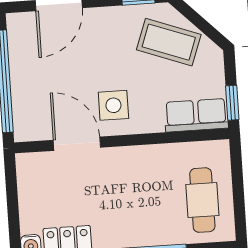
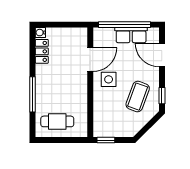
coffee table: (169, 42) -> (138, 97), moved
row of seats: (196, 115) -> (131, 35), moved, turned 90

